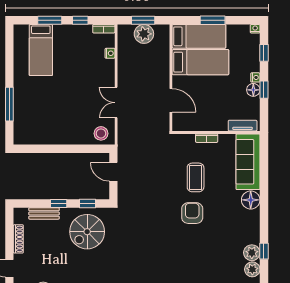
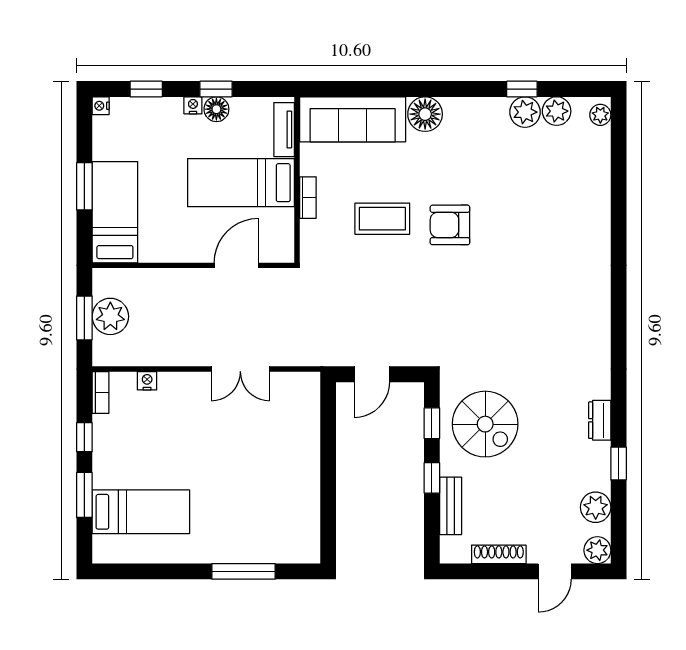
bed: (200, 62) -> (241, 183), moved, turned -90
stool: (101, 133) -> (299, 398), removed

